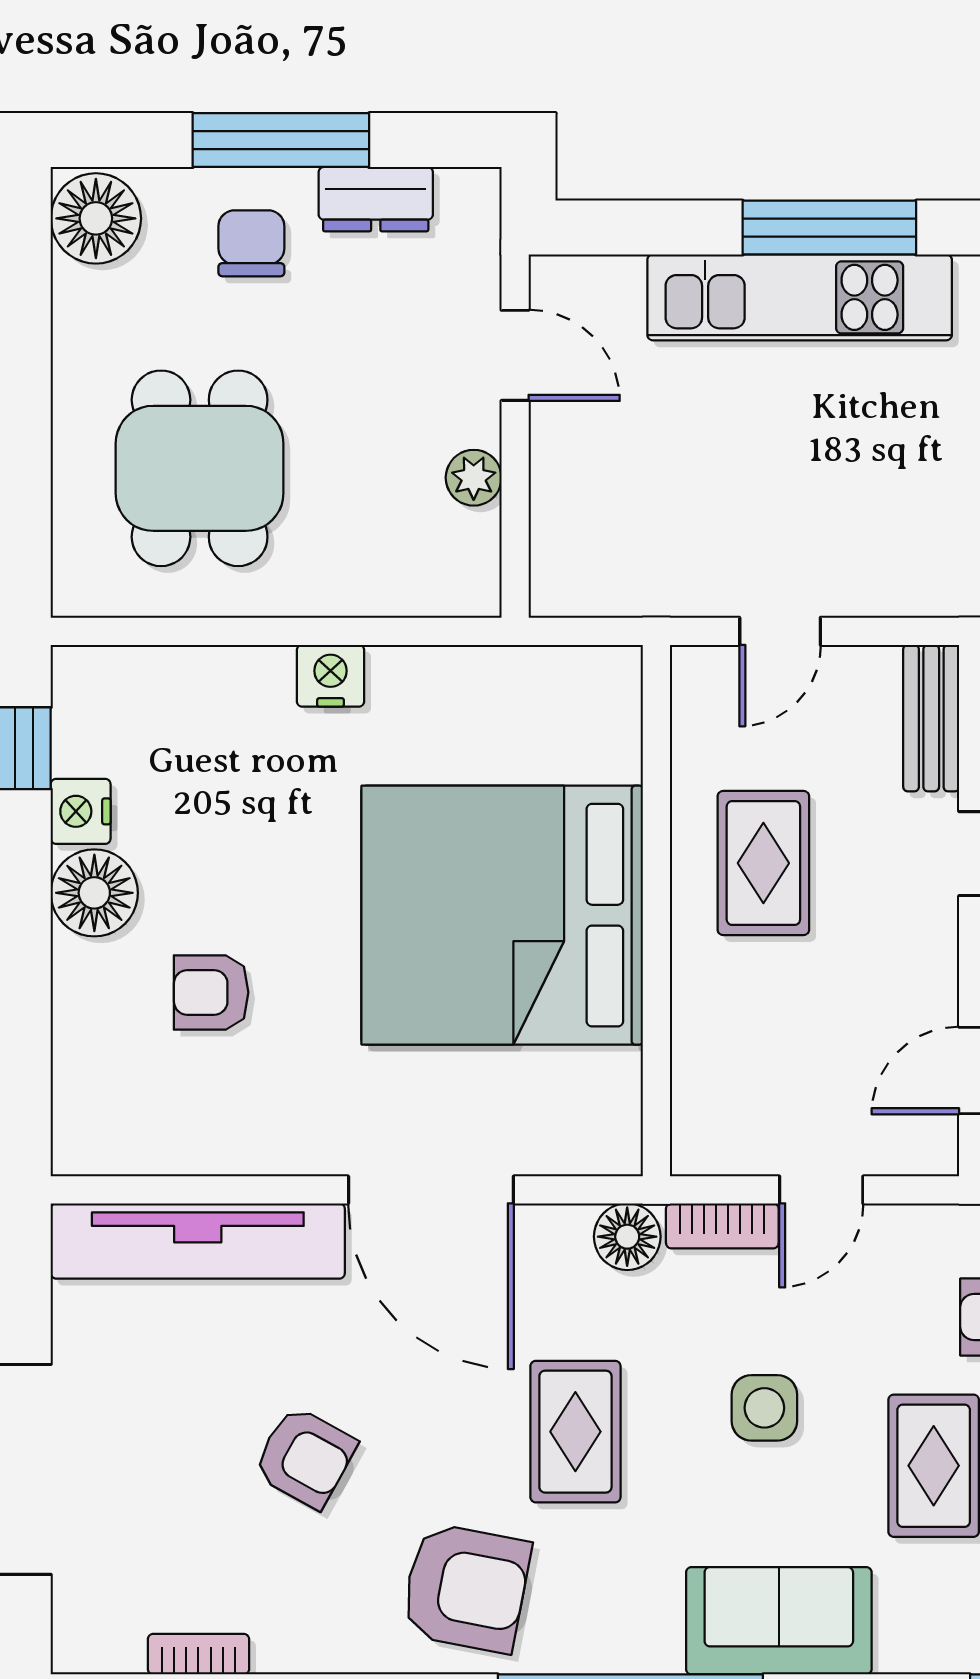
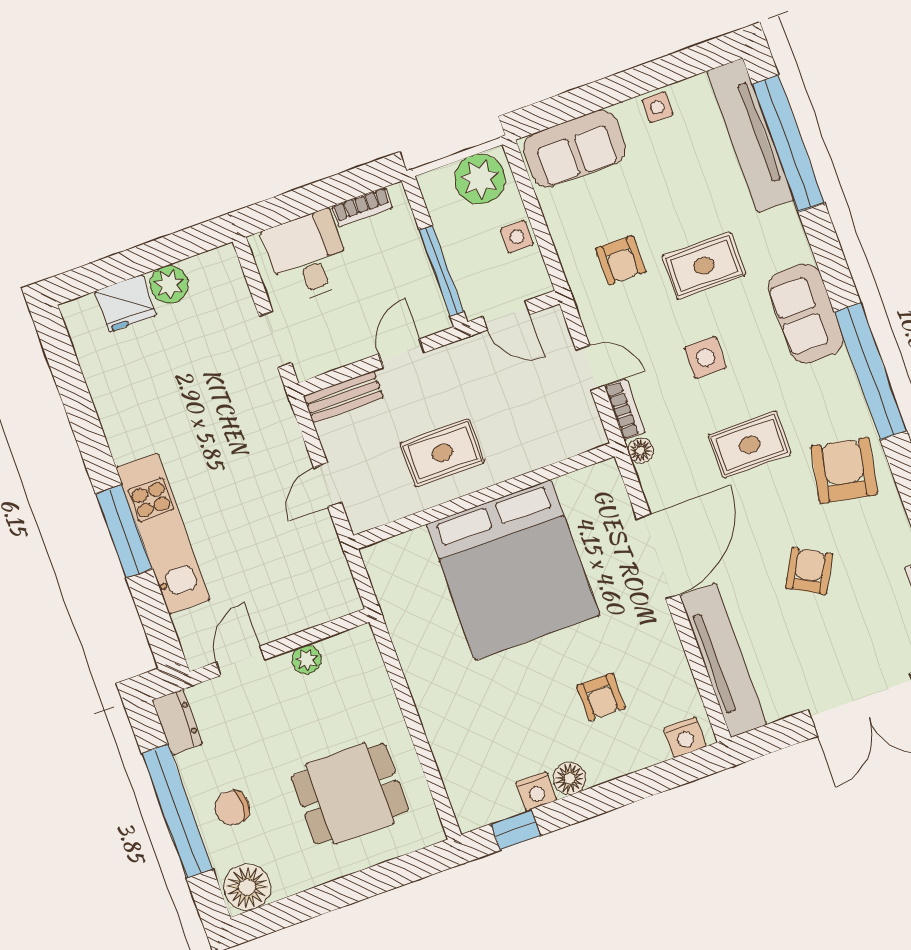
window: (281, 140) -> (177, 811), width x1.46
dresser: (376, 199) -> (177, 722), moved
door: (780, 631) -> (328, 485), swing flipped
nightstand: (330, 676) -> (685, 737), moved, turned -90
floor lamp: (94, 893) -> (569, 778), width x0.73, depth x0.73
floor lamp: (627, 1237) -> (641, 451), width x0.73, depth x0.73

